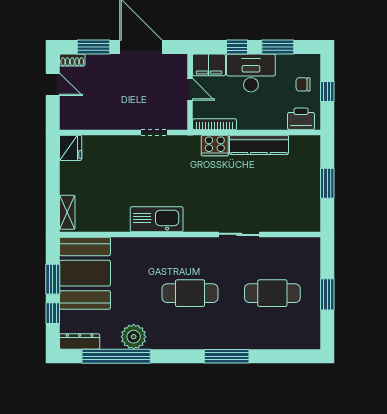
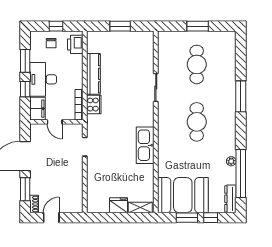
door: (190, 89) -> (55, 122), swing flipped
fridge: (71, 148) -> (119, 205), moved
plant: (134, 337) -> (231, 161), width x0.53, depth x0.53

